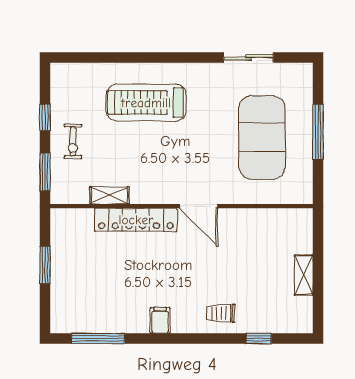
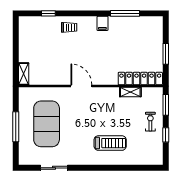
treadmill: (146, 103) -> (110, 143), width x0.73, depth x0.73
locker: (136, 220) -> (140, 79), moved
shelving: (304, 275) -> (24, 74), moved
window: (98, 339) -> (125, 13), moved

